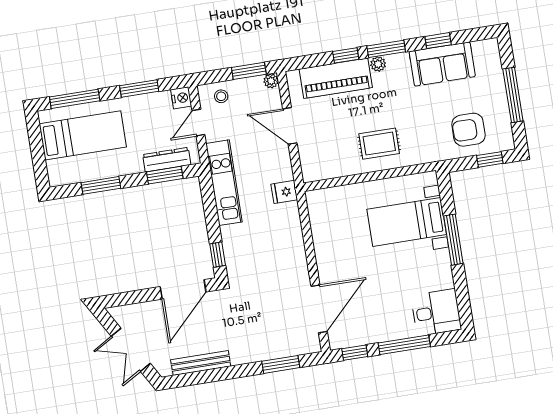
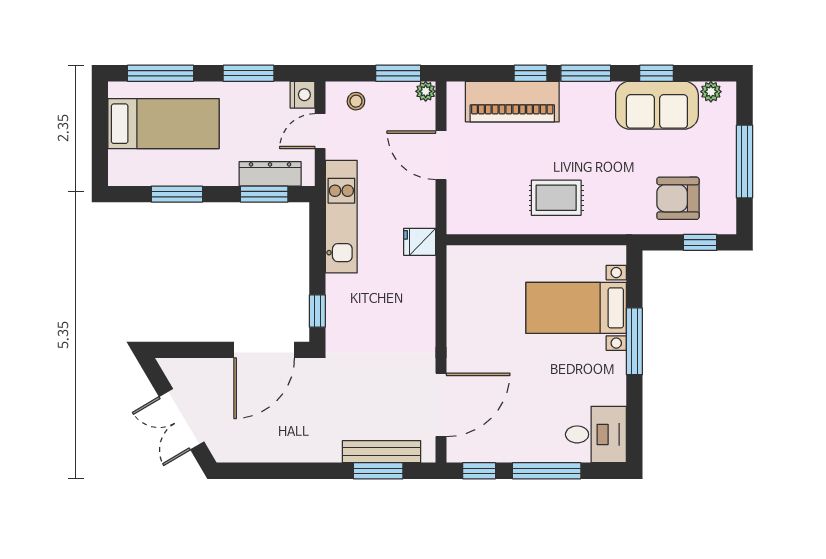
plant: (378, 64) -> (711, 92), moved
bench: (201, 363) -> (381, 452), moved

